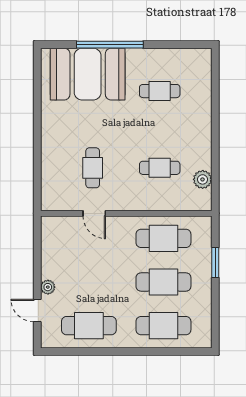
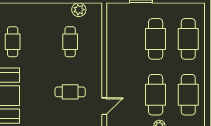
door: (94, 213) -> (104, 106), moved
cafe table: (163, 238) -> (156, 95), moved

